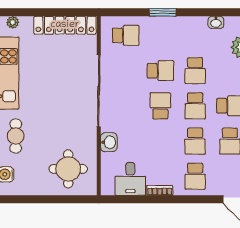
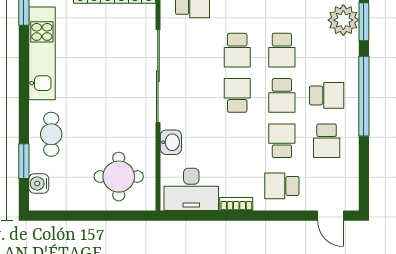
school desk: (160, 71) -> (237, 50), turned 90
school desk: (195, 141) -> (282, 141), turned 180
school desk: (195, 176) -> (282, 186), turned 90
desk: (130, 179) -> (191, 189), width x1.37

